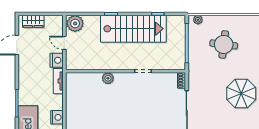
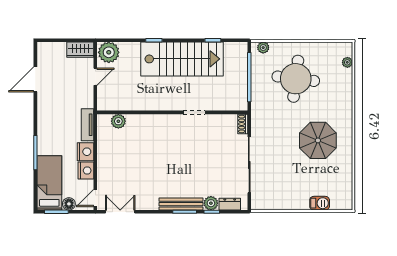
wardrobe: (33, 21) -> (80, 50), moved
door: (64, 43) -> (95, 77), swing flipped
round table: (224, 44) -> (296, 79), width x1.36, depth x1.36
nightstand: (57, 60) -> (86, 152), moved
plant: (108, 78) -> (118, 121), moved

